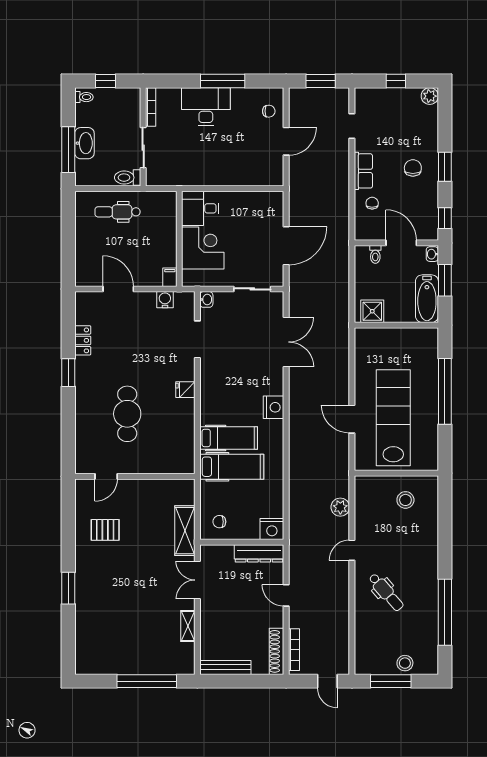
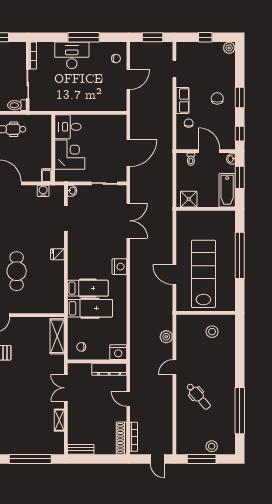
shelving: (185, 531) -> (57, 336), moved
bench: (225, 667) -> (81, 449), width x0.73

